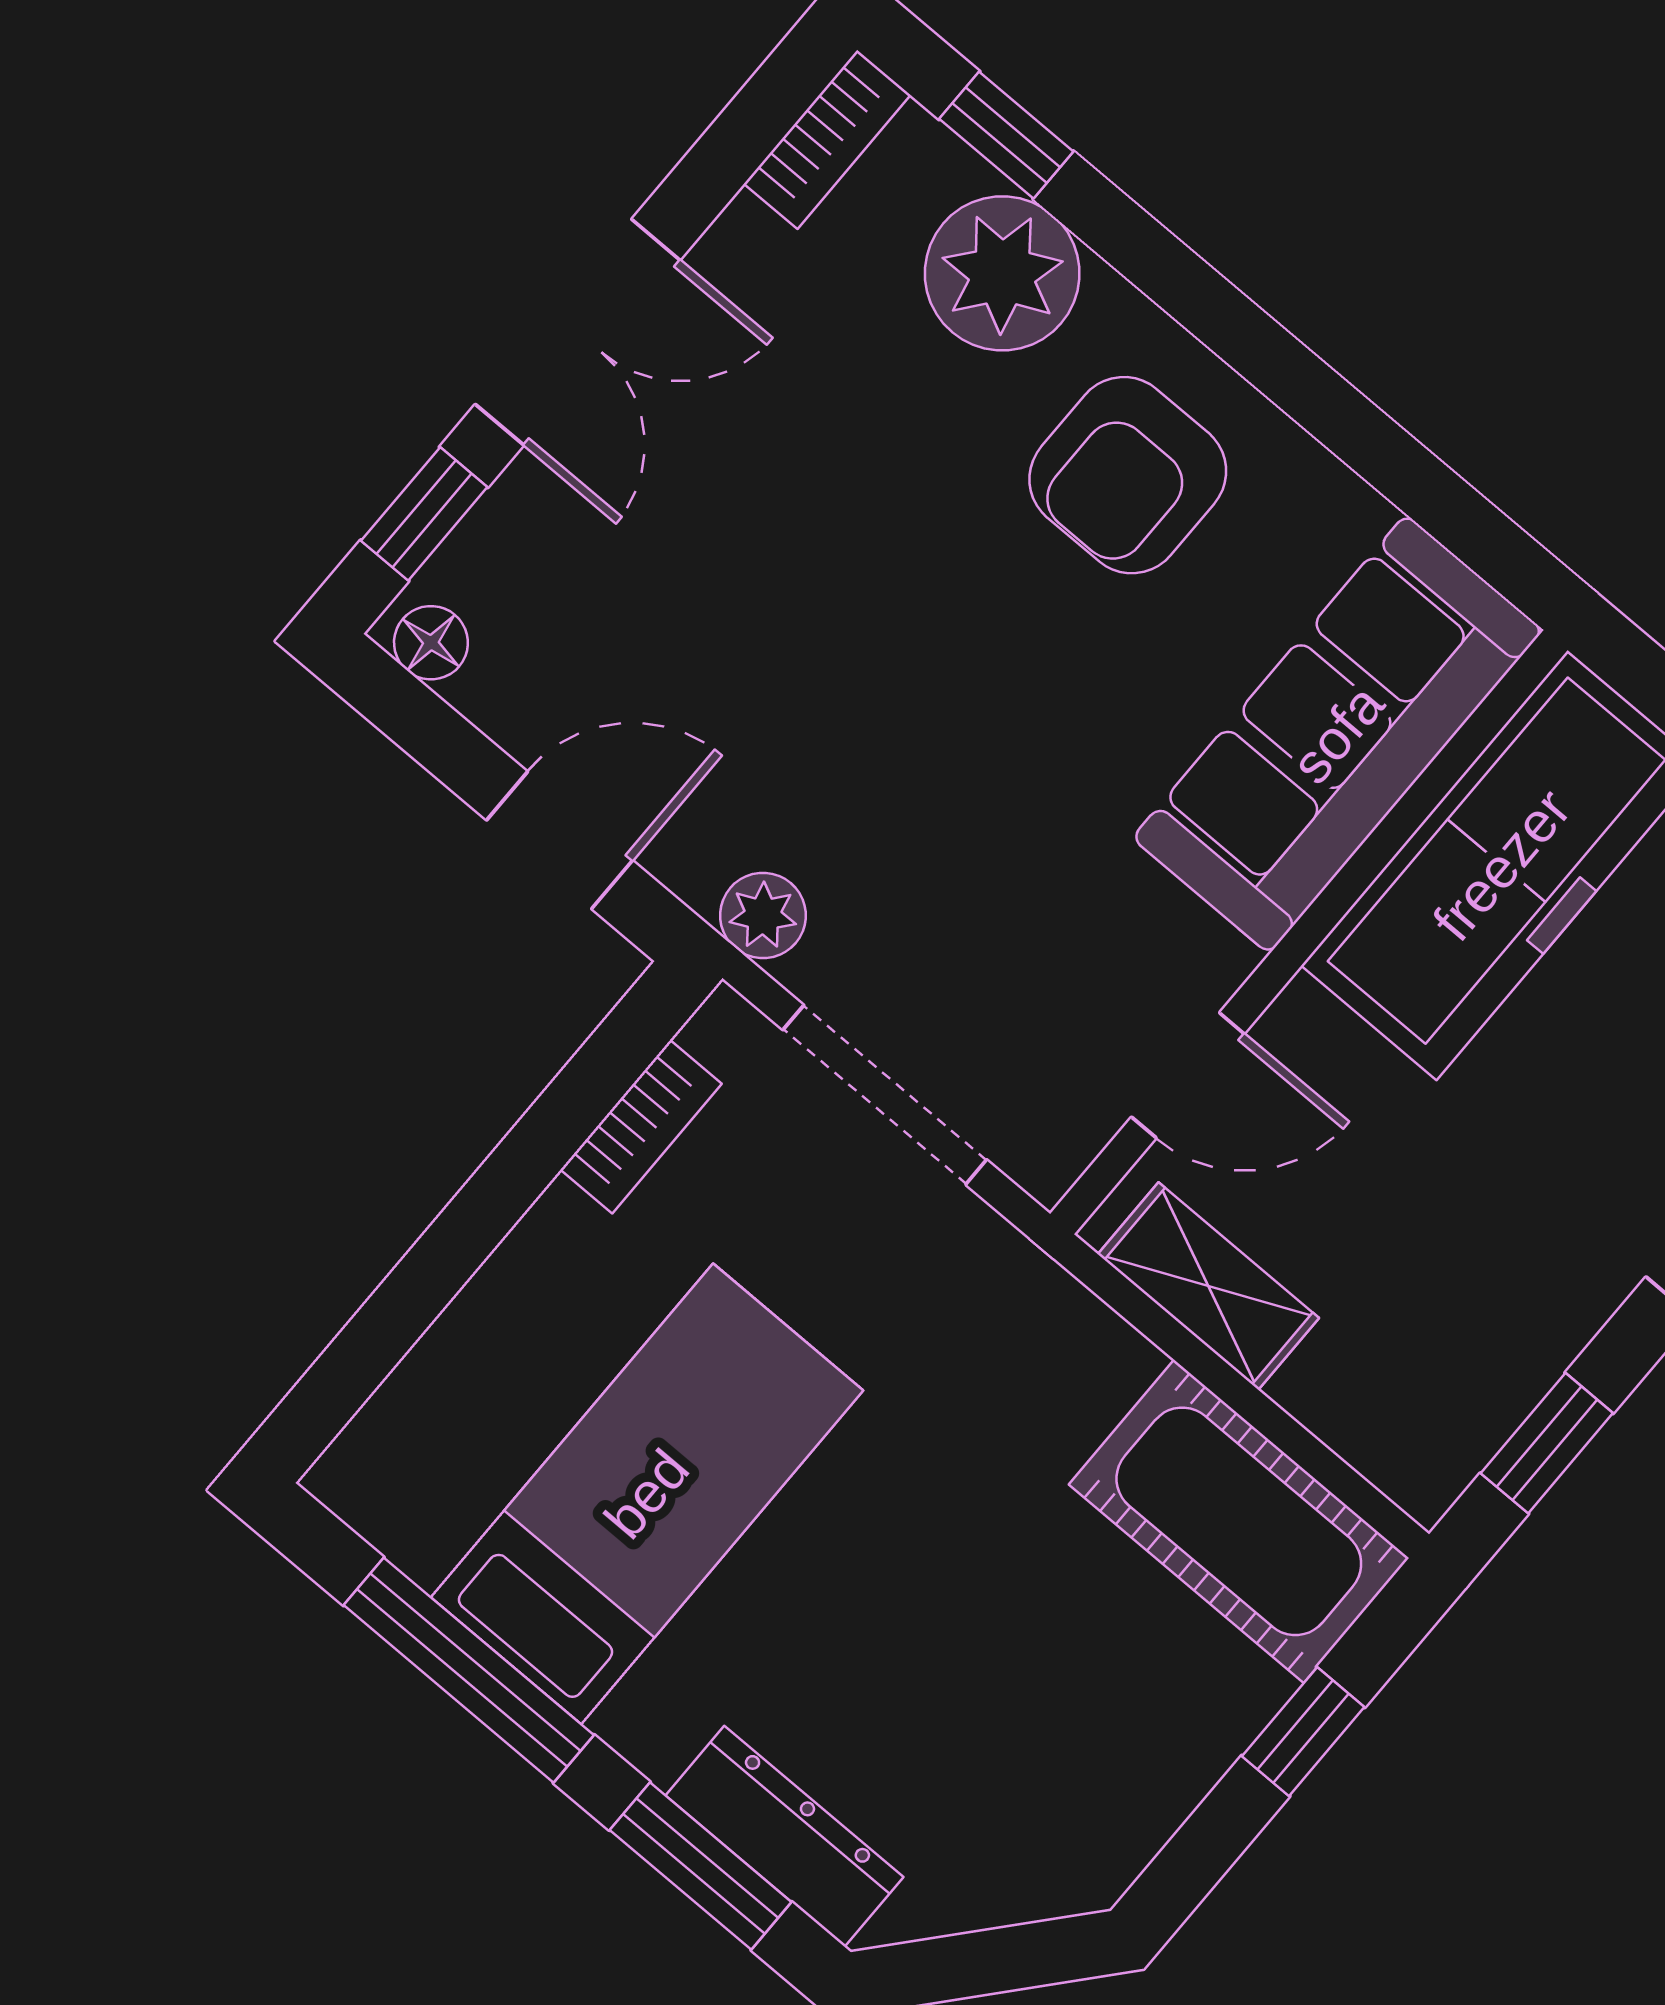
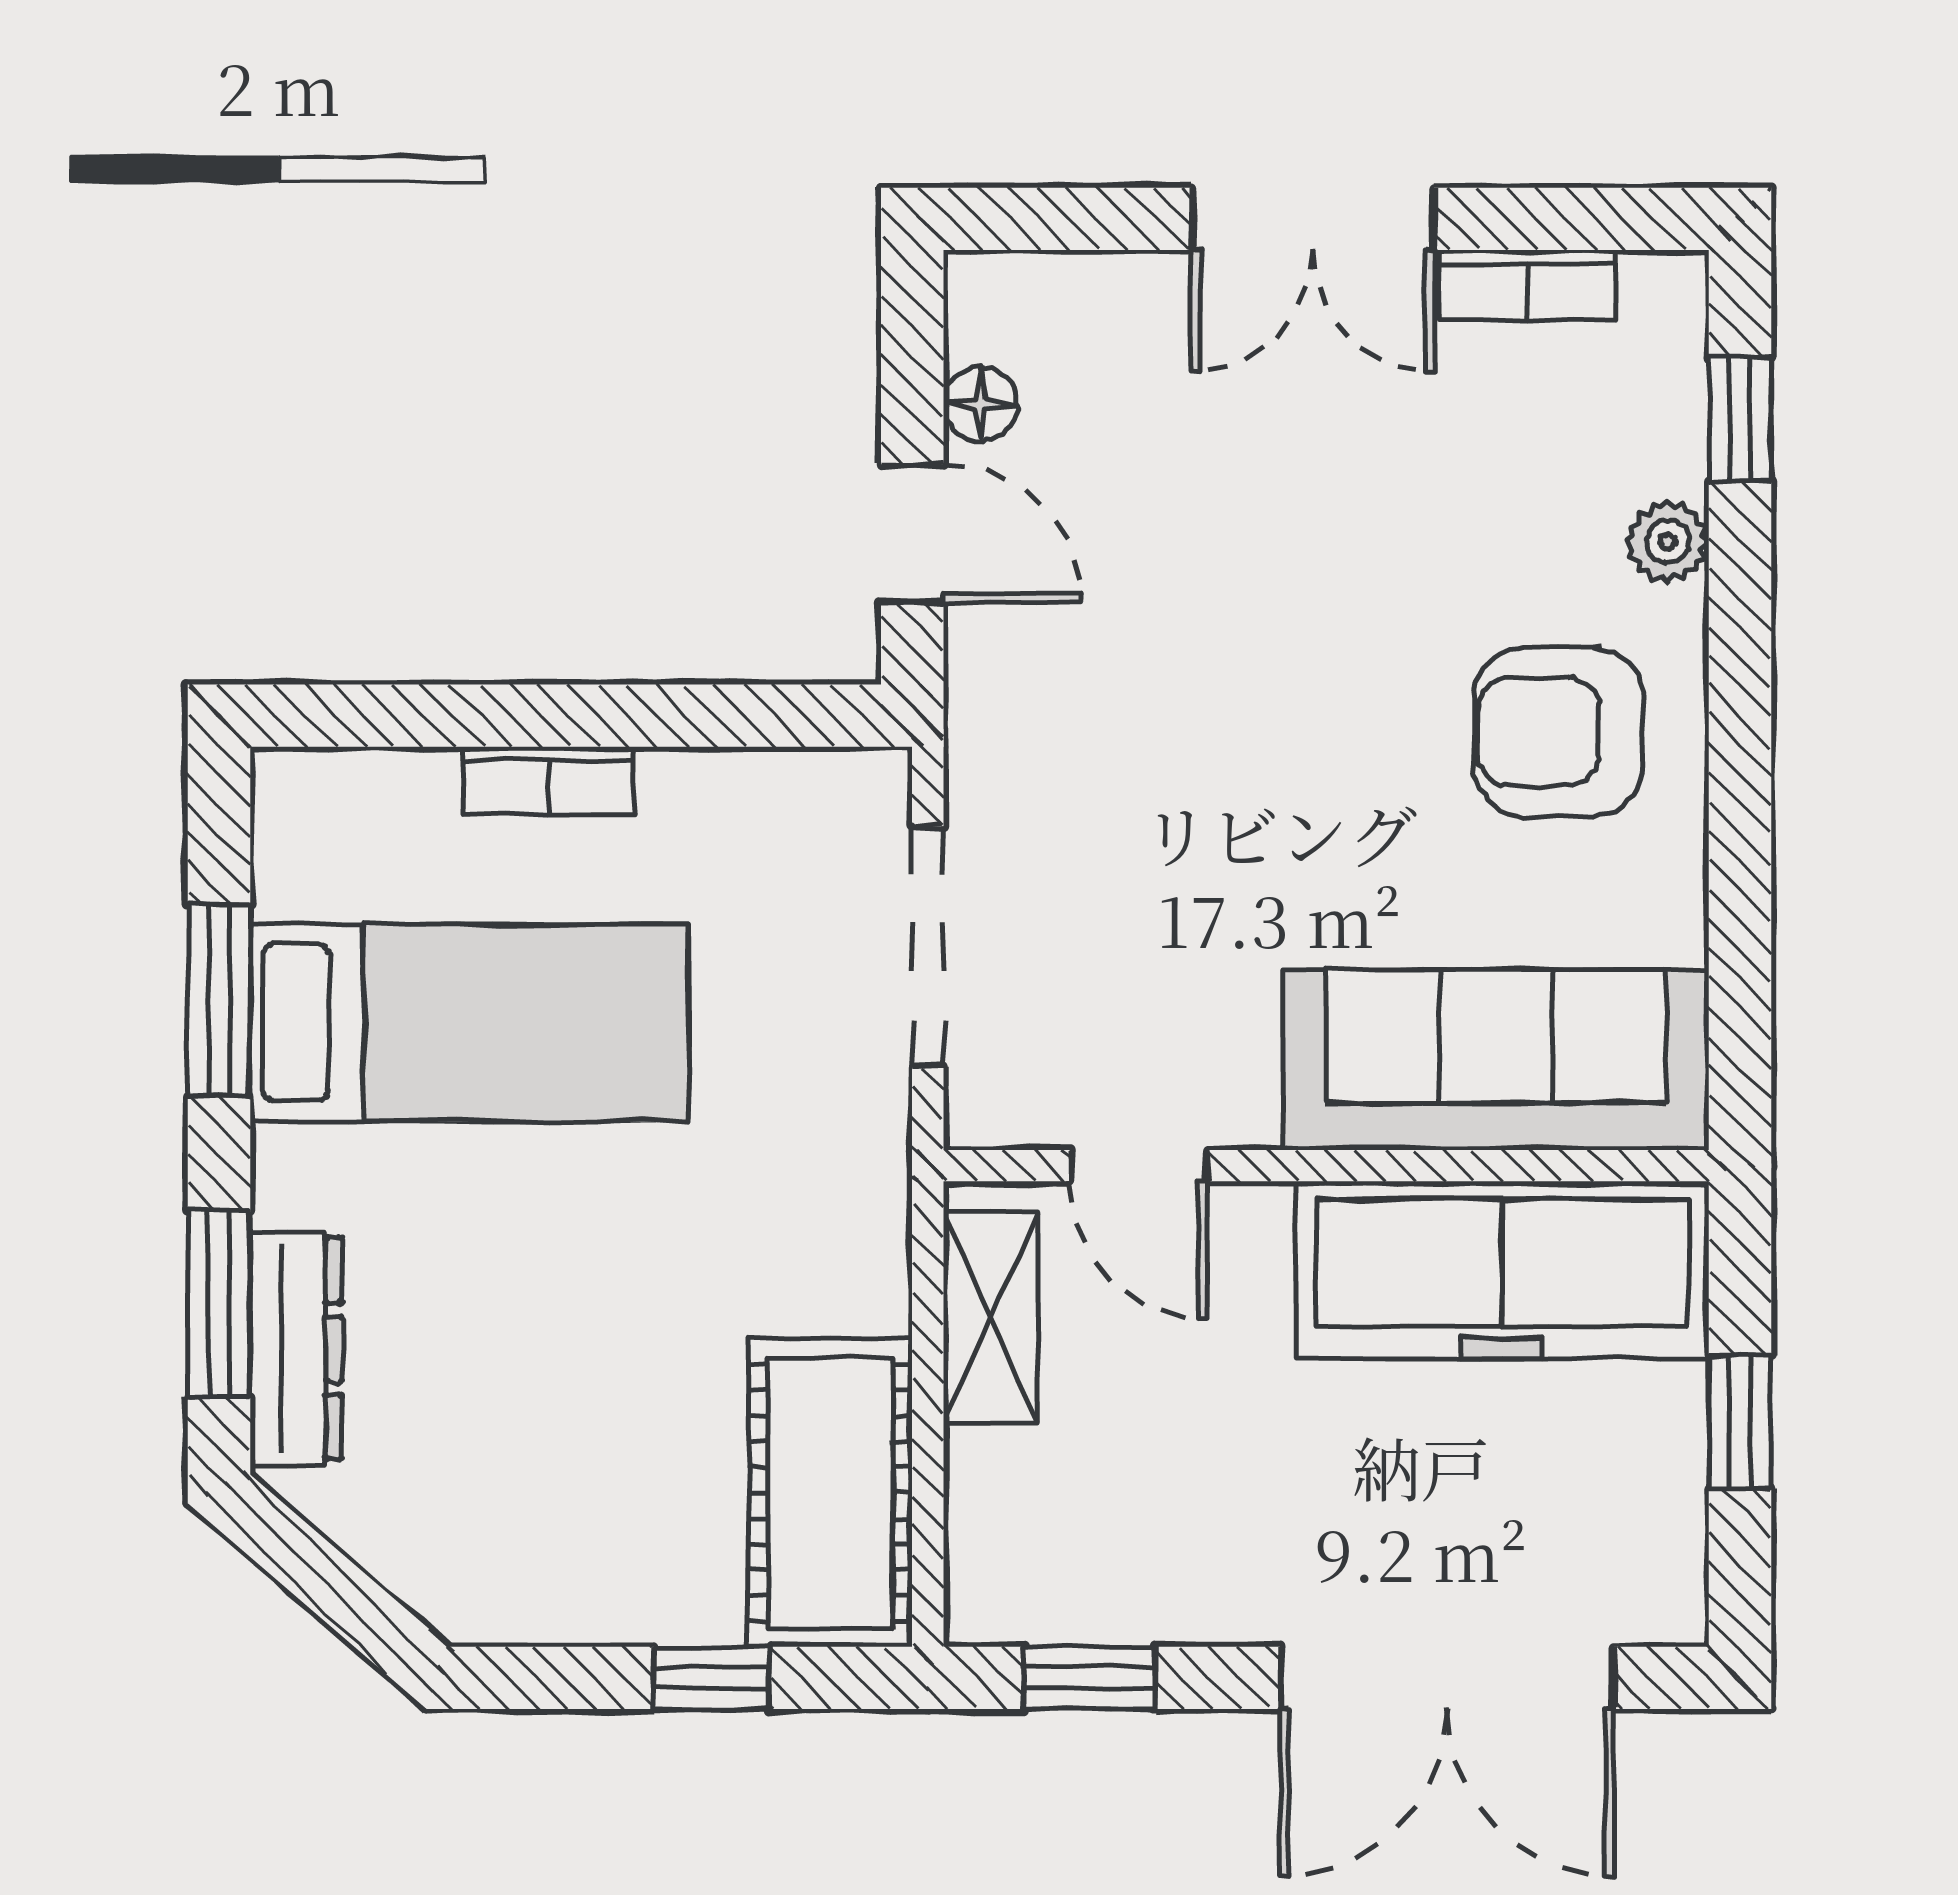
bookcase: (827, 139) -> (1528, 285), moved
plant: (1002, 273) -> (1668, 542), width x0.53, depth x0.53
window: (424, 514) -> (1074, 219), removed
floor lamp: (431, 643) -> (980, 404), moved
plant: (763, 915) -> (986, 737), removed
bookcase: (641, 1127) -> (548, 781), moved
window: (469, 1670) -> (219, 1000), width x0.69

